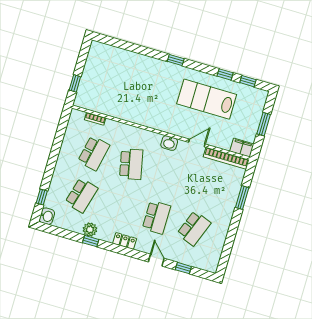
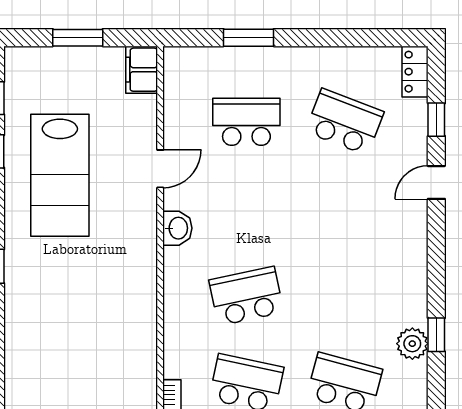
door: (197, 143) -> (160, 169), swing flipped
bookcase: (226, 158) -> (174, 97), removed
school desk: (156, 217) -> (246, 122), moved
locker: (125, 241) -> (415, 72), moved

